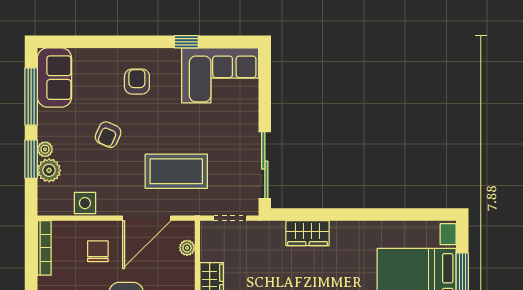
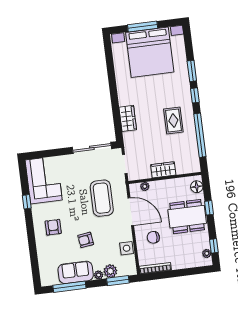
sofa: (54, 78) -> (76, 272), moved
armchair: (137, 82) -> (53, 227), turned 90
armchair: (108, 135) -> (86, 240), turned 148
window: (31, 159) -> (118, 281), moved

